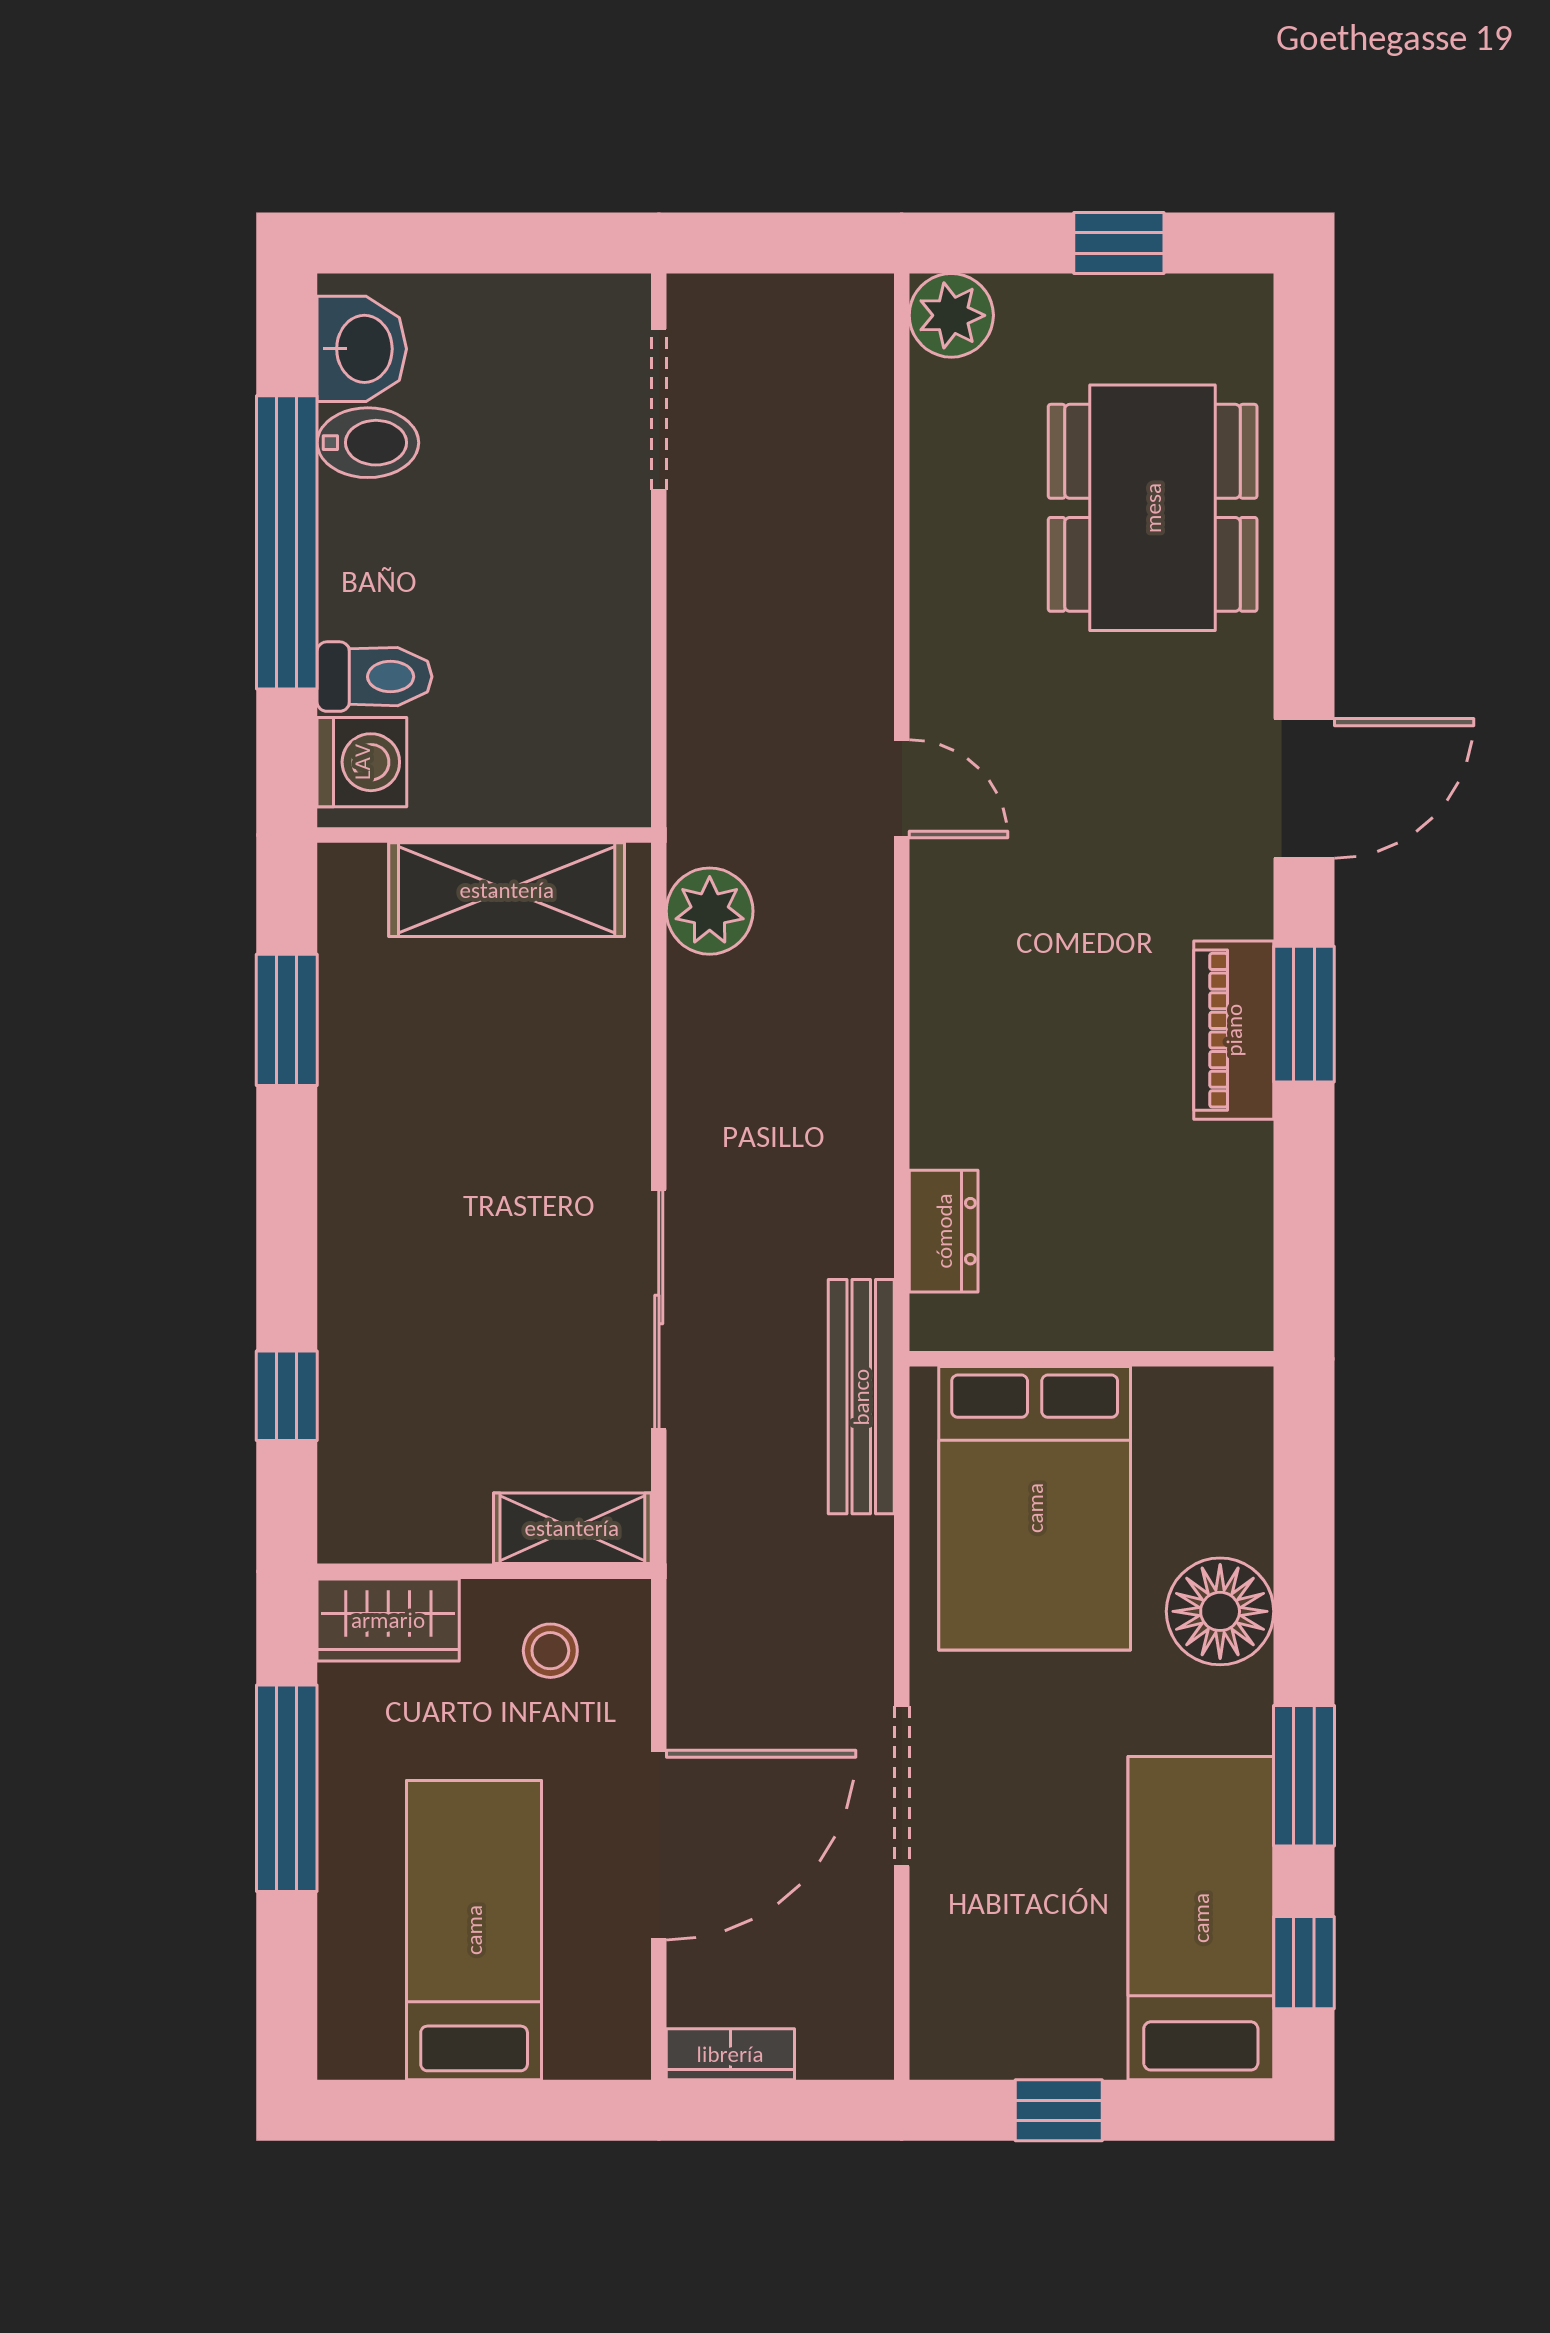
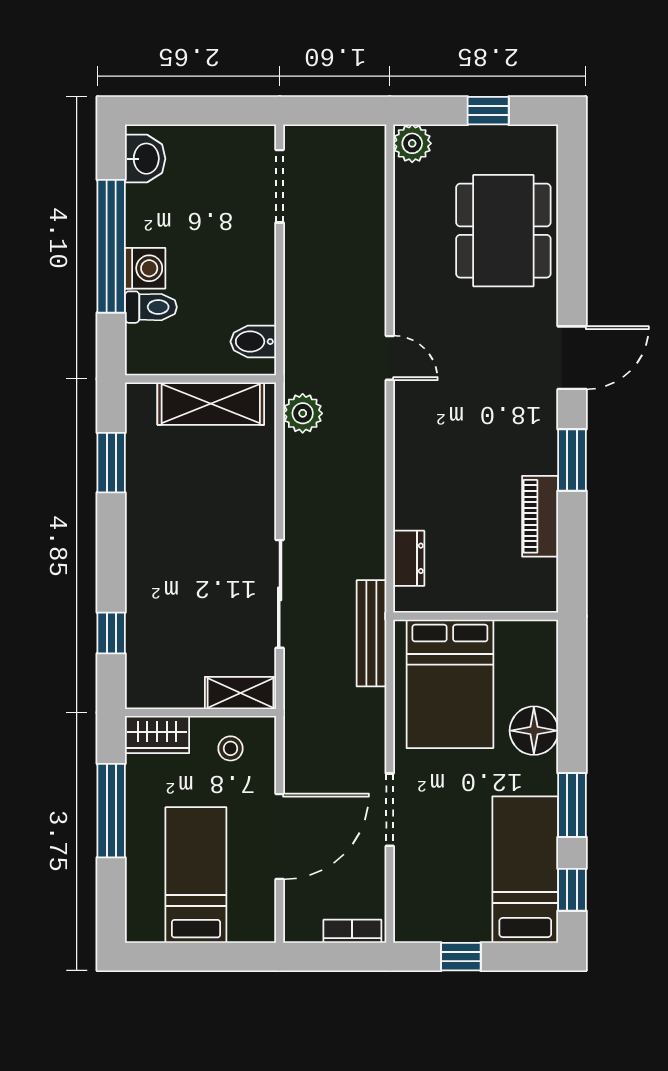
bidet: (368, 443) -> (253, 342), moved, turned 180
washing machine: (362, 762) -> (145, 268), moved
piano: (1234, 1030) -> (540, 516), moved
bookcase: (730, 2054) -> (352, 931), moved

